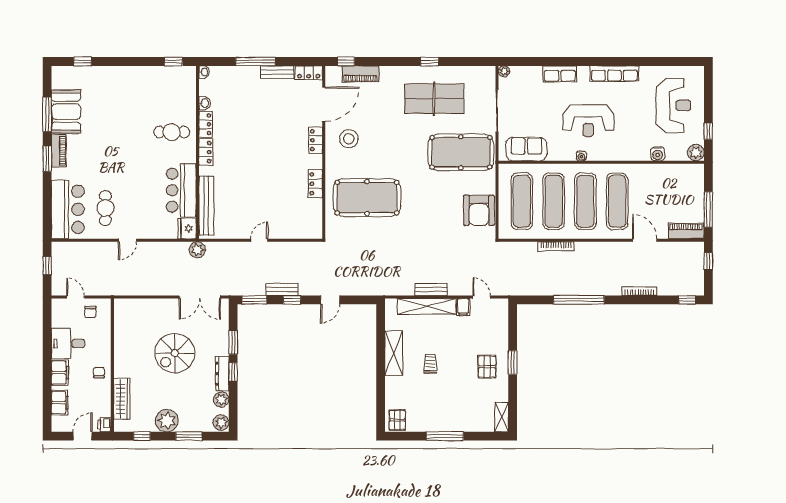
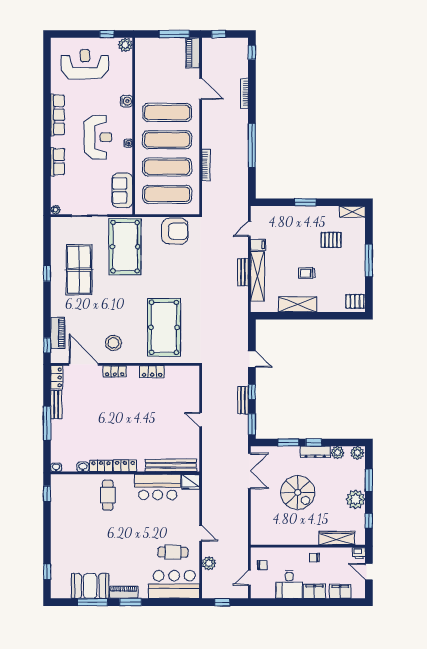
water cooler: (658, 154) -> (126, 101), moved
door: (645, 240) -> (201, 89), swing flipped
plant: (197, 250) -> (209, 563), moved
pallet: (487, 367) -> (331, 240), moved

